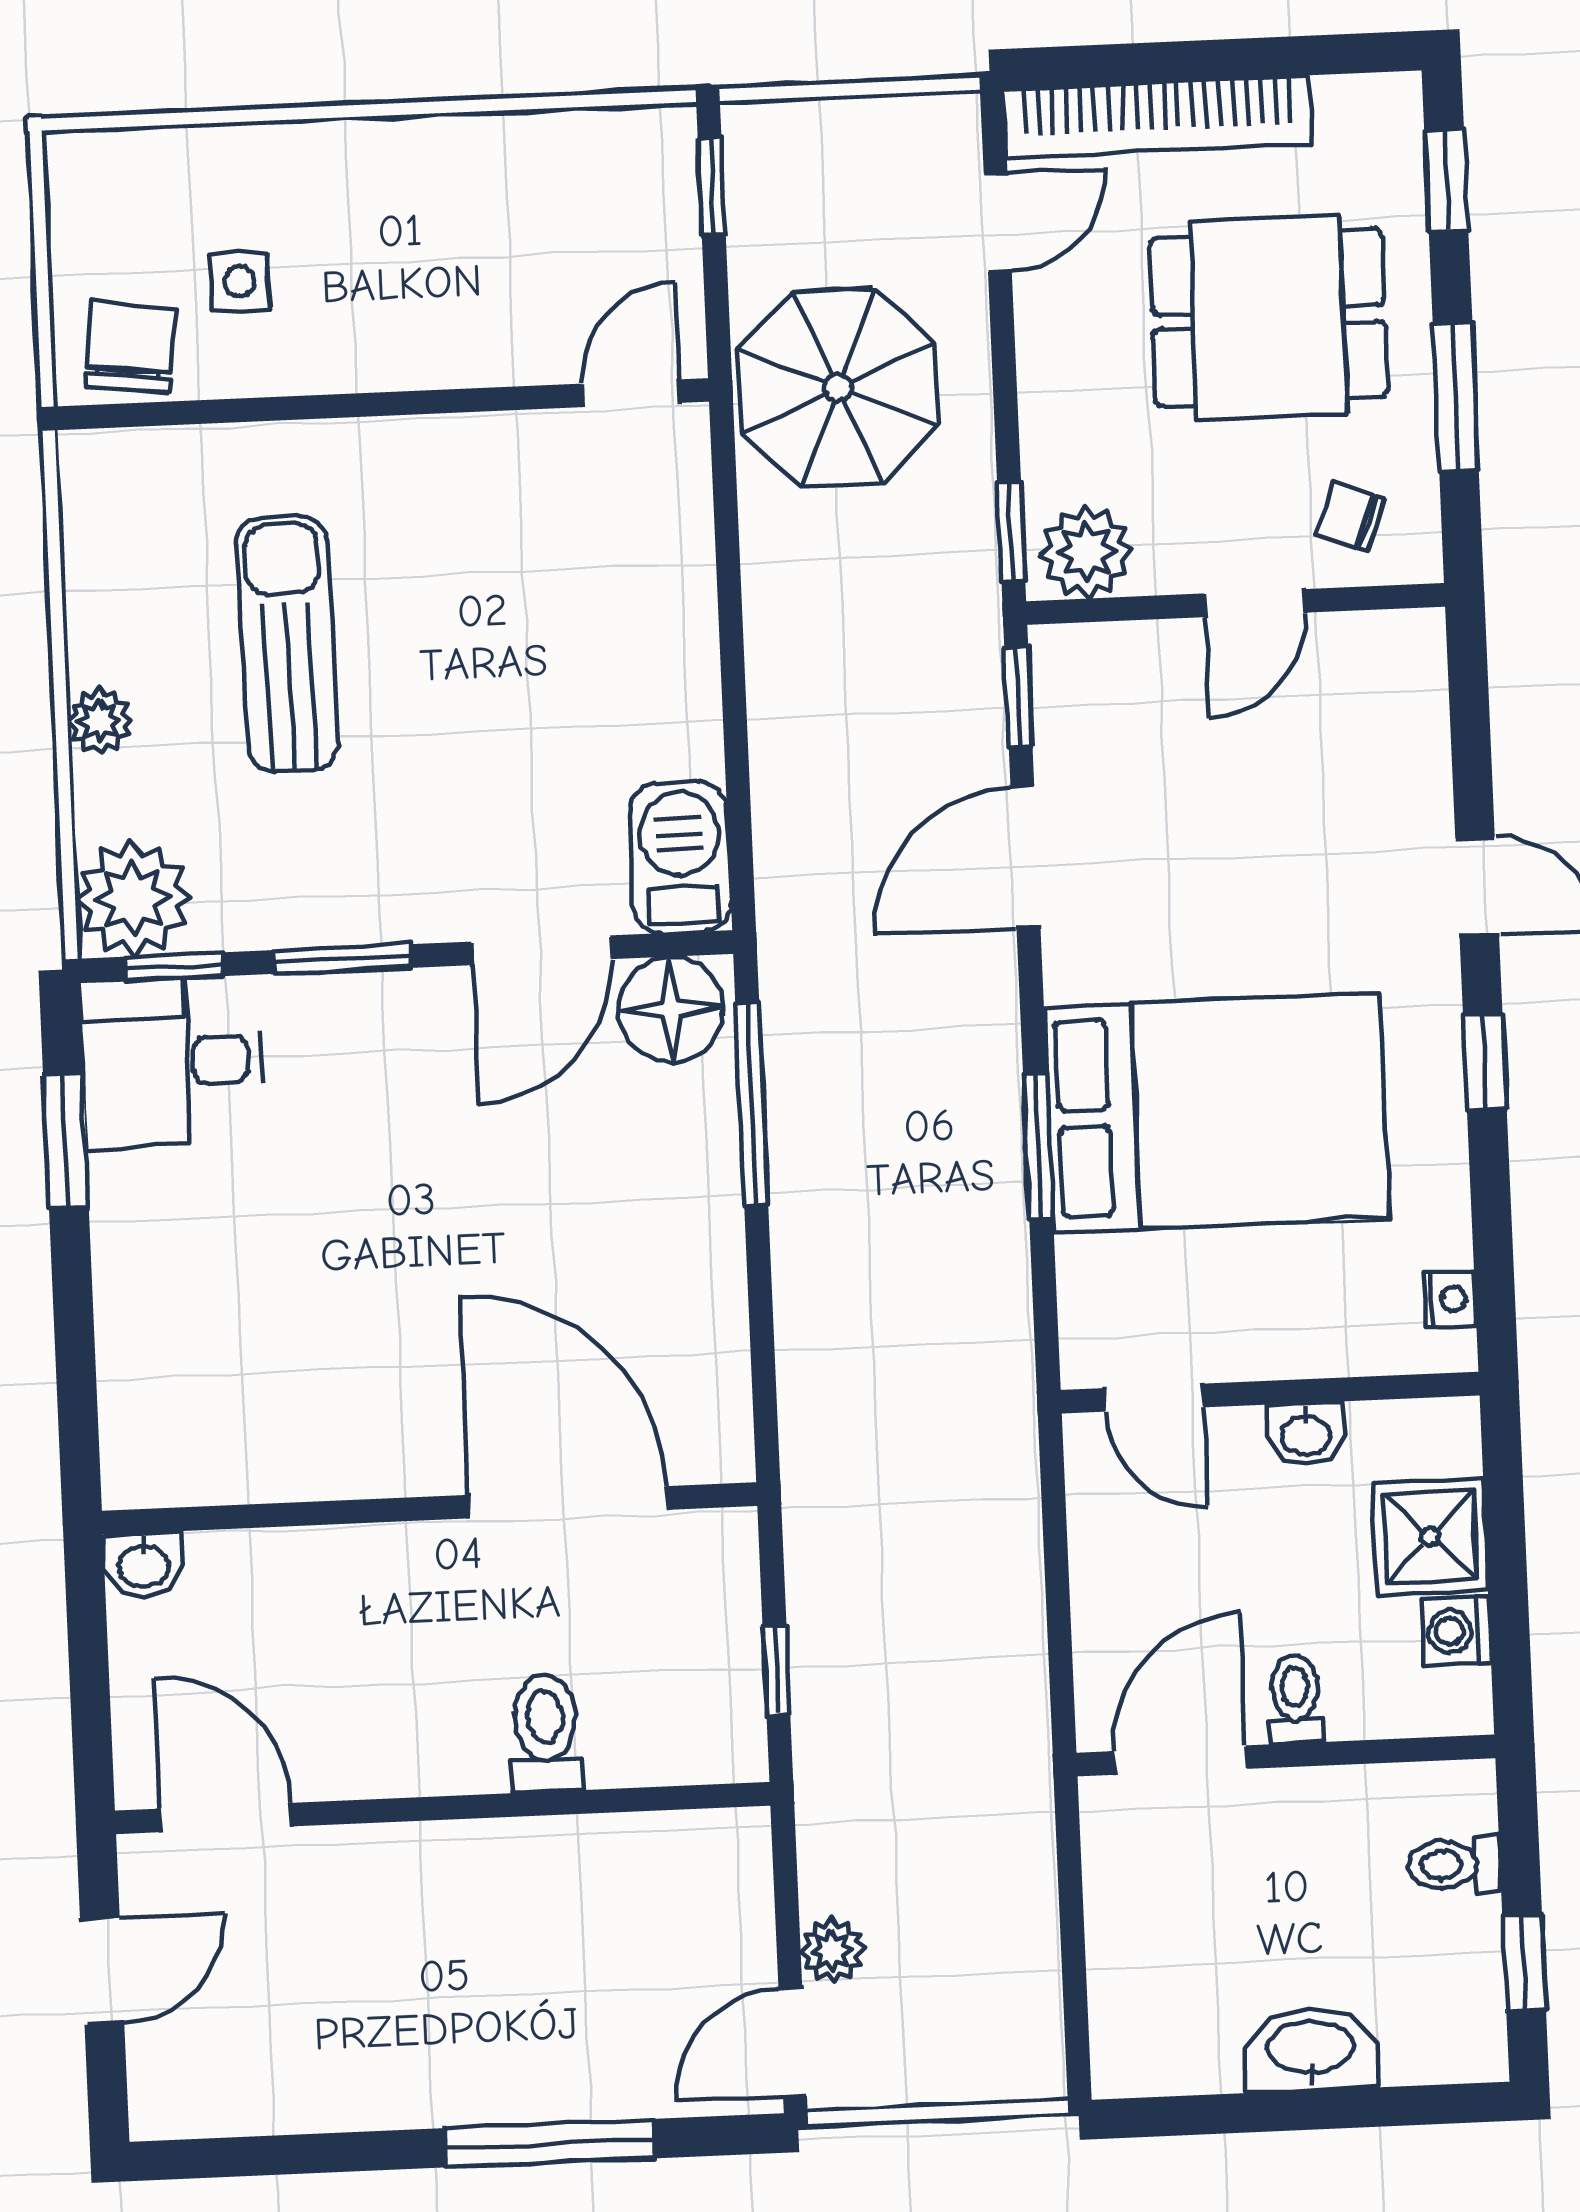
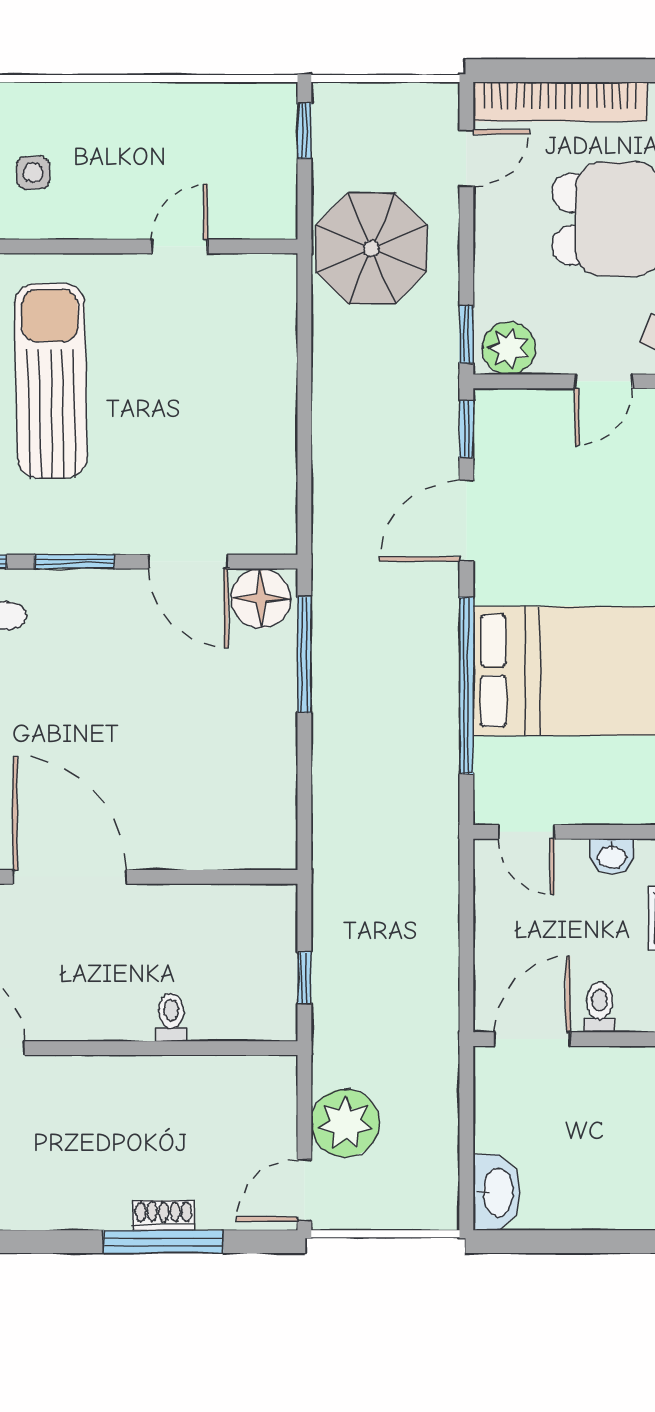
door: (631, 393) -> (180, 246), moved
sun lounger: (287, 644) -> (51, 381), width x1.36, depth x1.34
barbecue: (680, 857) -> (270, 512), removed
door: (541, 950) -> (188, 562), hinge flipped
window: (1038, 1146) -> (466, 686), width x2.11
door: (568, 1502) -> (70, 877), moved
toilet: (546, 1733) -> (171, 1017), width x0.73, depth x0.72
plant: (832, 1950) -> (345, 1123), width x1.88, depth x1.88
washbasin: (1311, 2049) -> (497, 1192), moved, turned 90
shoe rack: (548, 2097) -> (164, 1215), added

